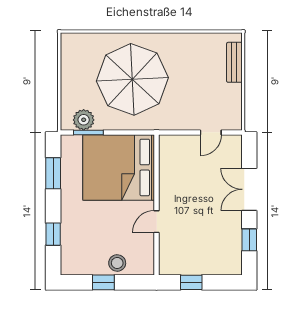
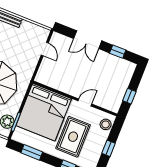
door: (157, 222) -> (85, 102), swing flipped
rug: (100, 224) -> (73, 137), added
stool: (117, 263) -> (106, 124), moved

